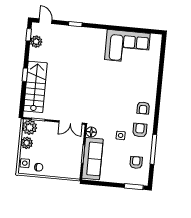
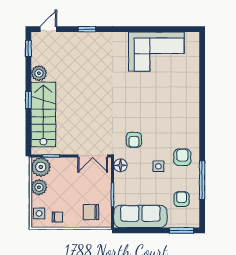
door: (45, 21) -> (48, 29), hinge flipped
plant: (36, 42) -> (39, 73), moved
armchair: (143, 108) -> (134, 140), moved
sofa: (92, 159) -> (140, 216), moved, turned -90
chair: (65, 166) -> (91, 212), added

